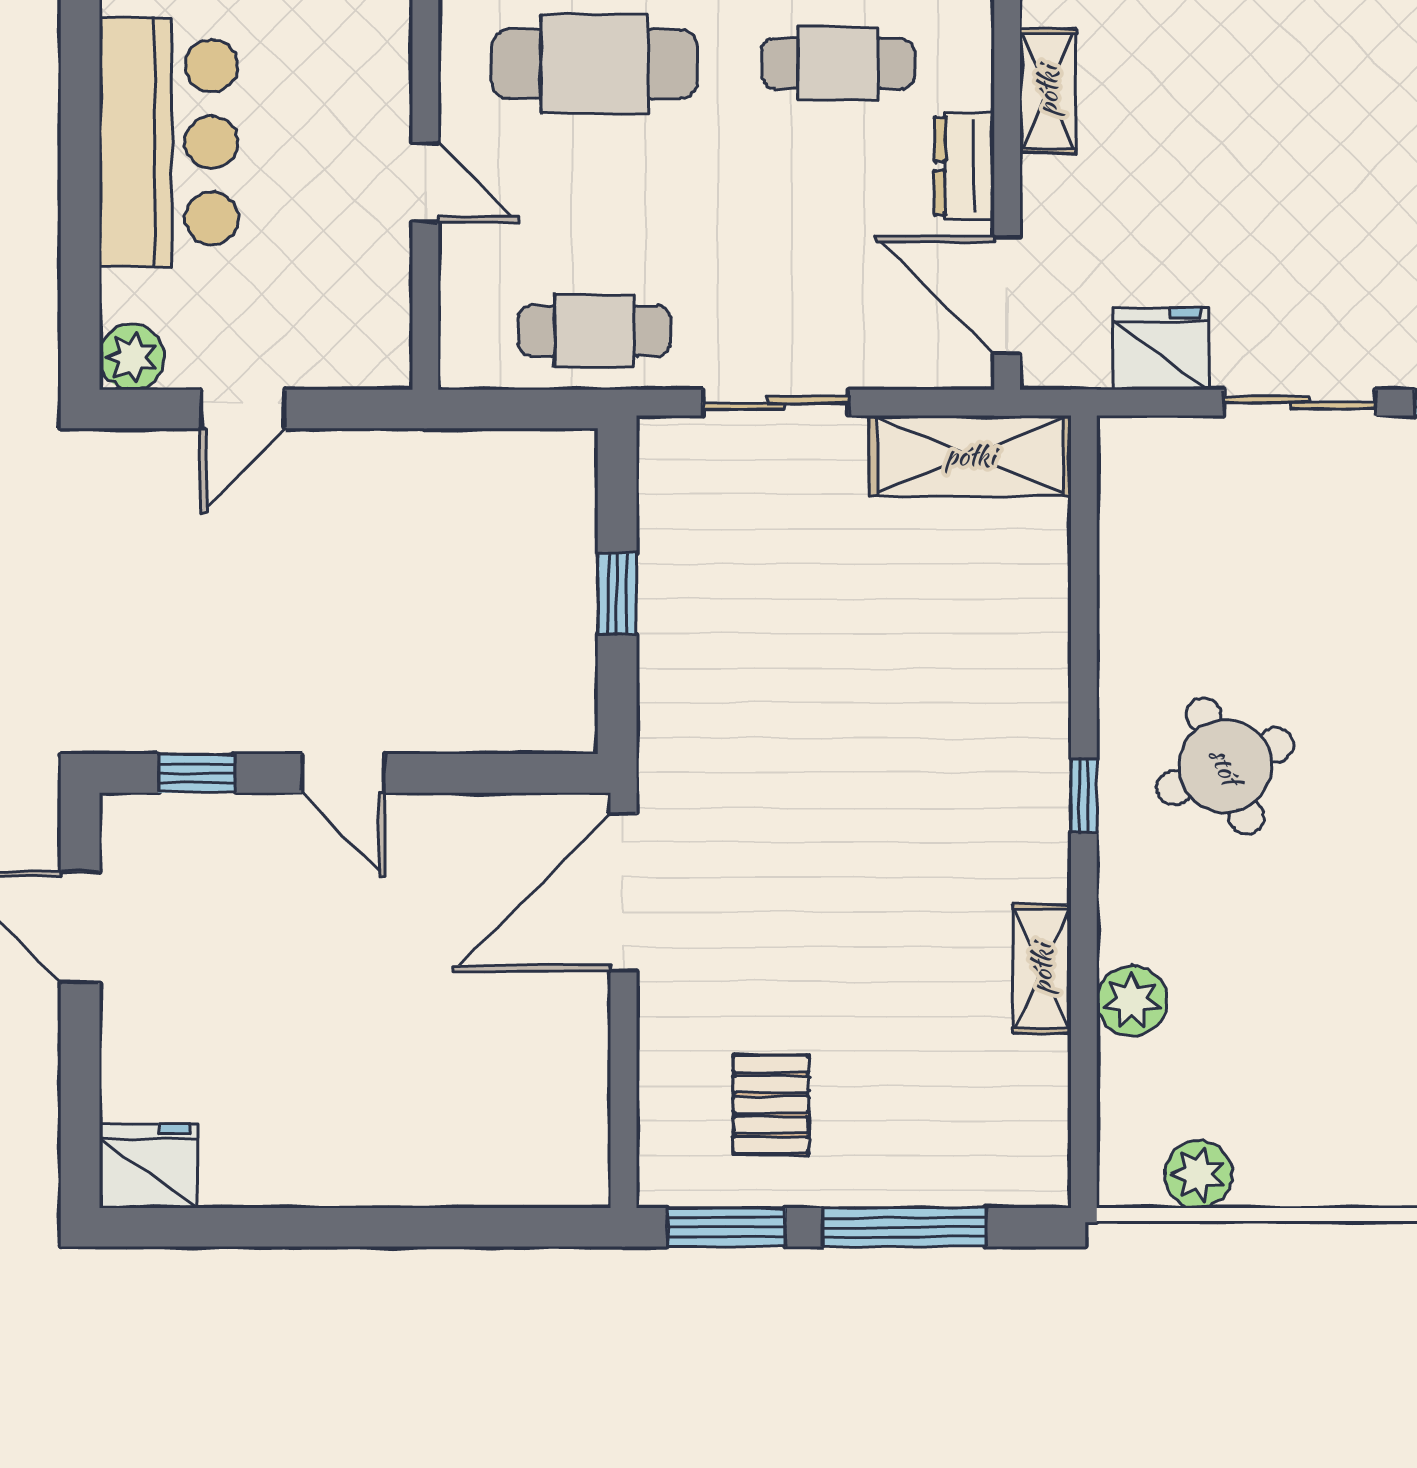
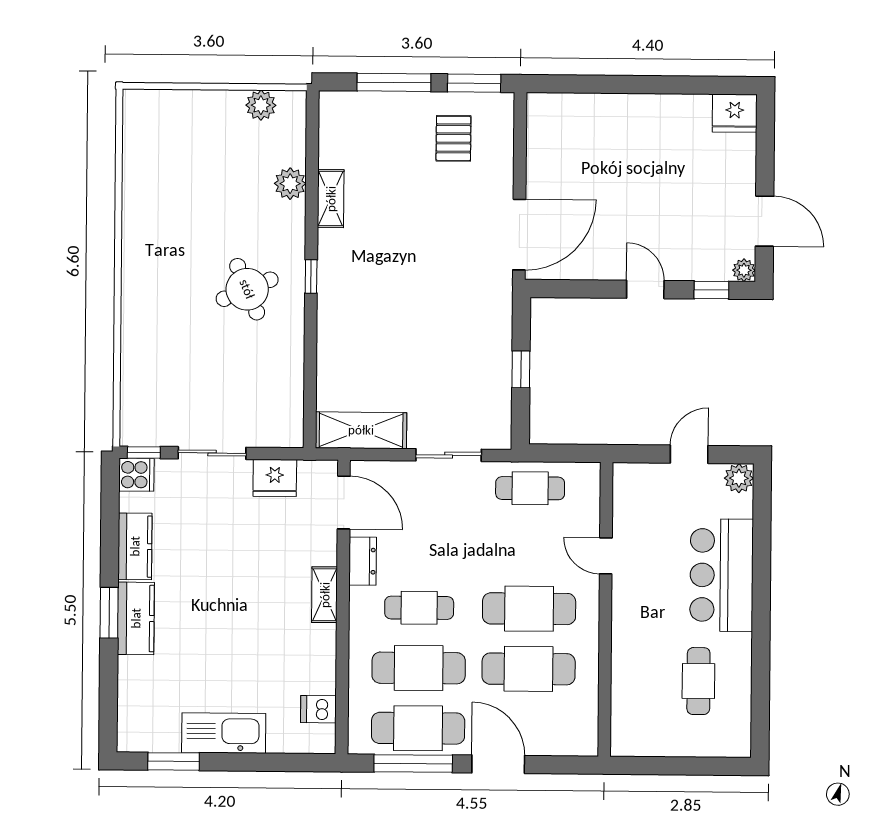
plant: (125, 818) -> (744, 270), added

